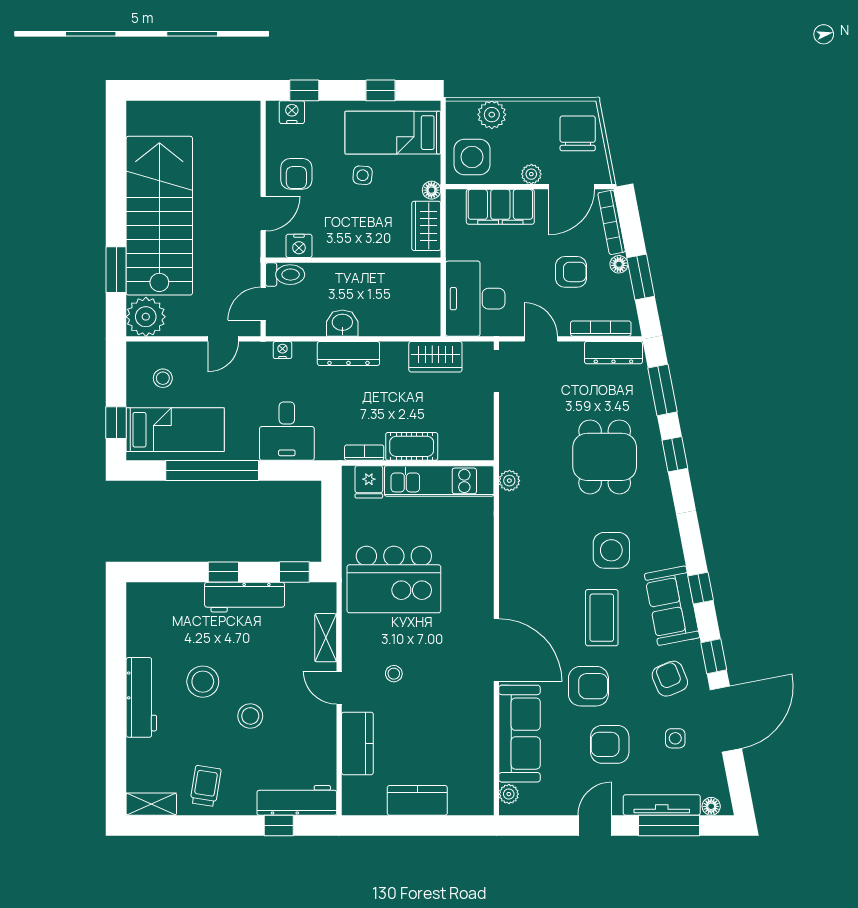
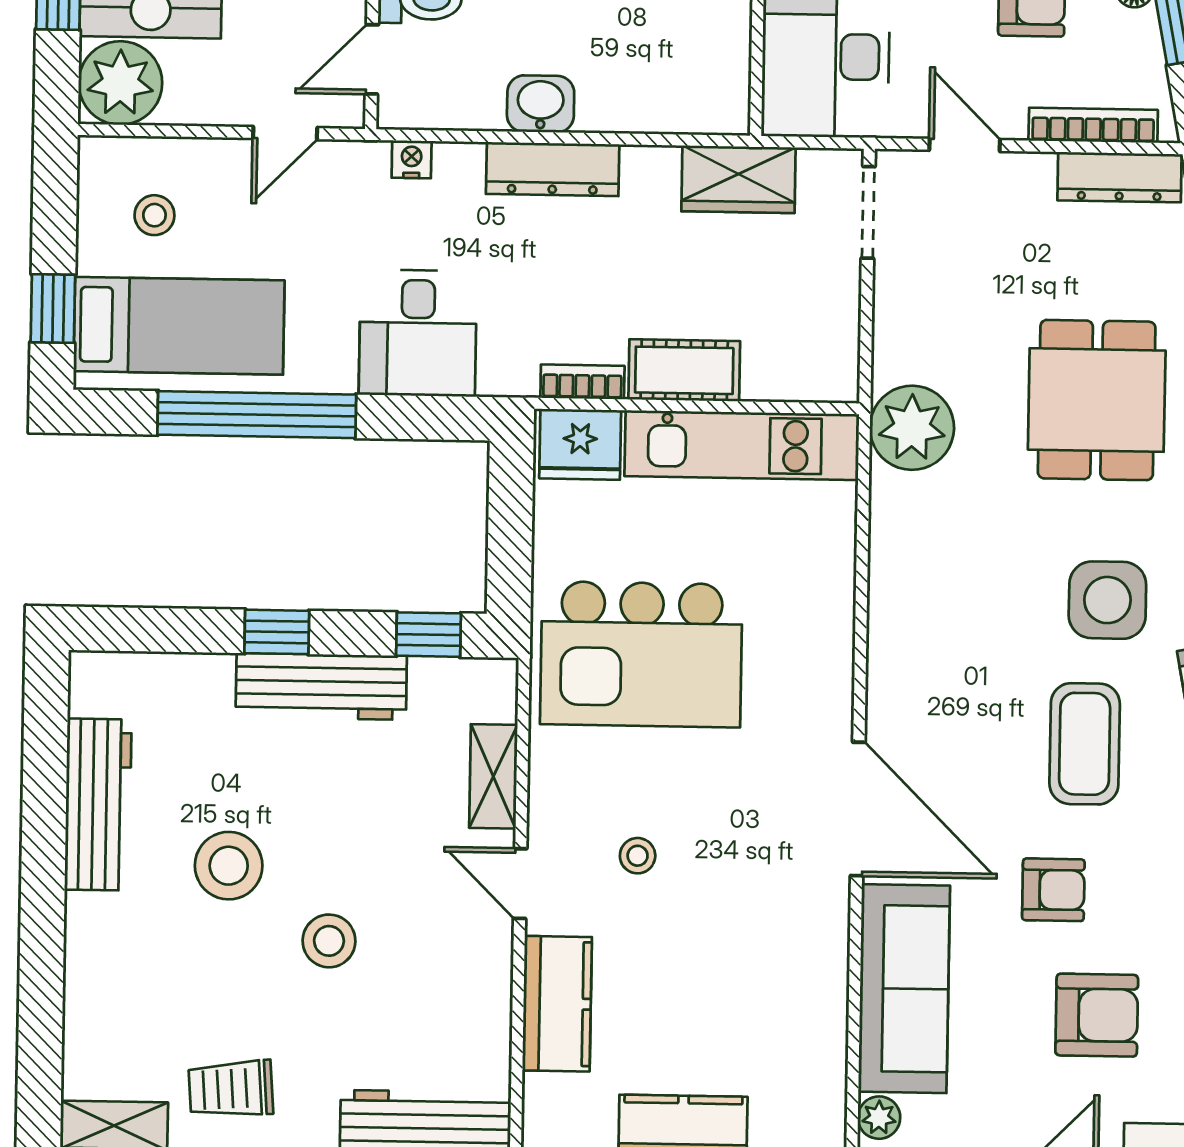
plant: (509, 481) -> (912, 428), width x1.87, depth x1.87
fridge: (369, 482) -> (580, 444), width x1.38
armchair: (588, 686) -> (1053, 890), width x0.72, depth x0.72
workbench: (141, 697) -> (98, 805), moved
armchair: (610, 744) -> (1097, 1015), turned 180
trolley: (206, 786) -> (231, 1089), turned -103

